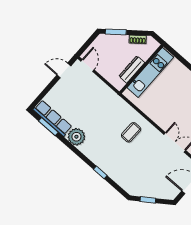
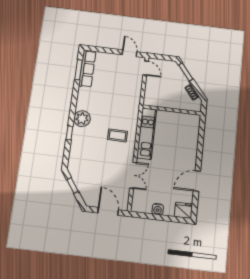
door: (87, 66) -> (146, 68), hinge flipped
dresser: (132, 69) -> (166, 103), removed
kitchen unit: (150, 72) -> (147, 133), moved, turned -90
plant: (76, 137) -> (82, 119), moved

